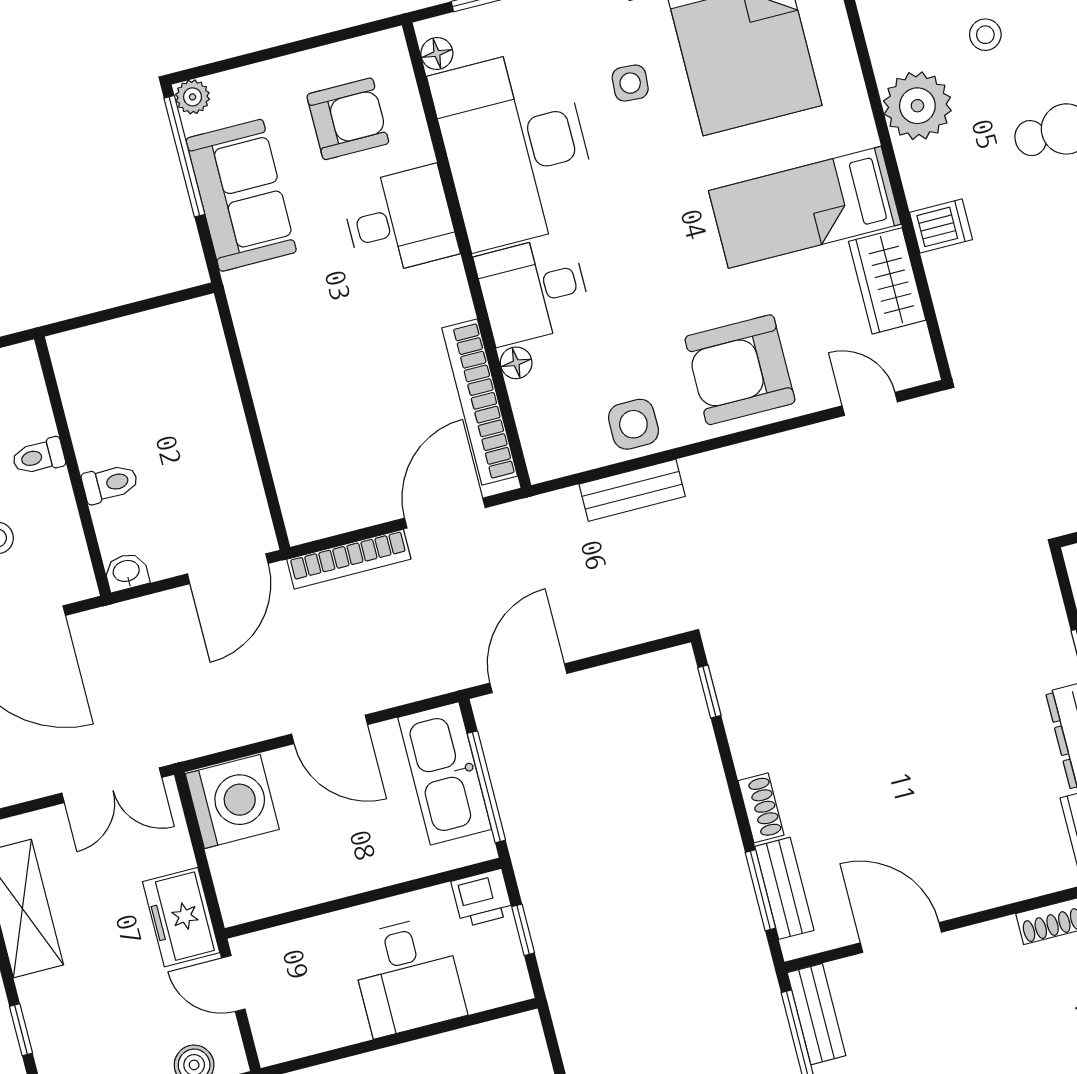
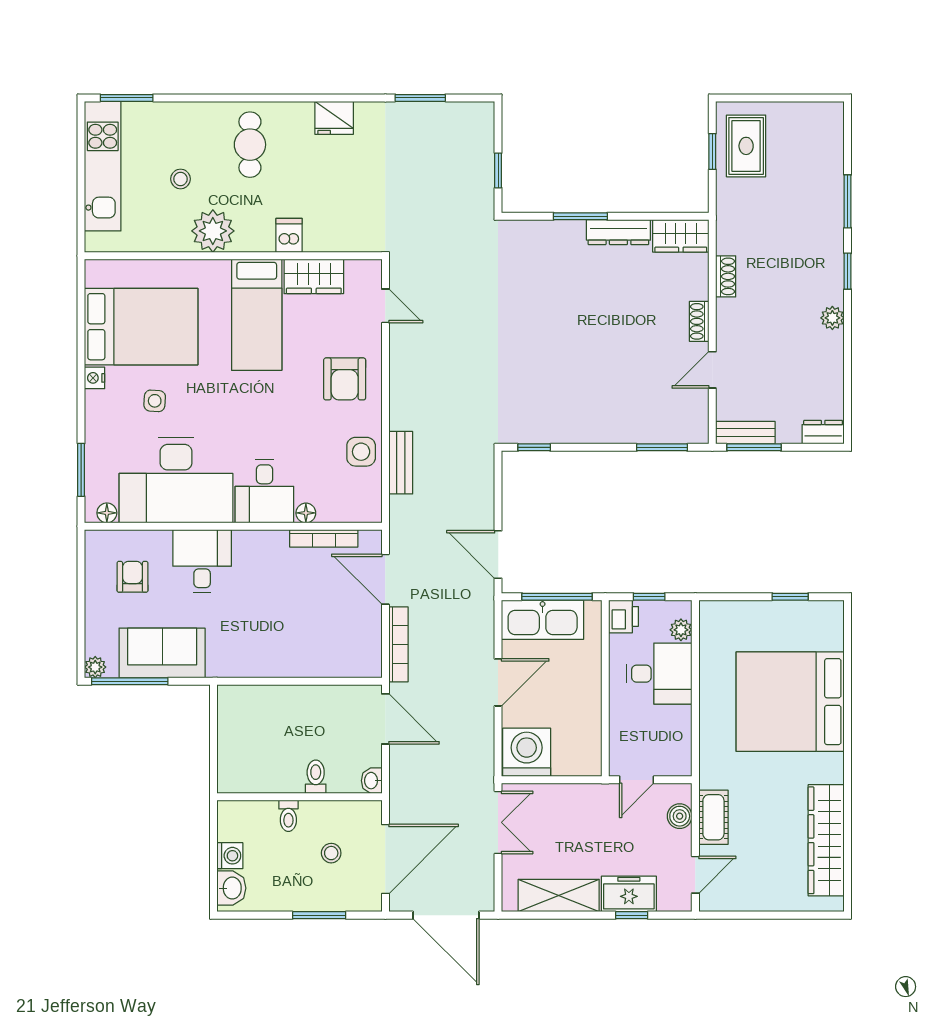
armchair: (348, 119) -> (132, 577), width x0.72, depth x0.72
armchair: (740, 370) -> (345, 379), width x0.73, depth x0.73
bookcase: (480, 402) -> (324, 538), width x0.68, depth x0.76
door: (870, 404) -> (385, 306), swing flipped
shoe rack: (761, 808) -> (699, 321), moved, turned -90
bench: (784, 888) -> (665, 433), removed
freezer: (181, 917) -> (629, 894), moved, turned 180
door: (901, 938) -> (712, 370), width x0.73
plant: (484, 993) -> (681, 630), added

